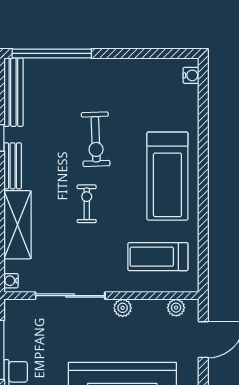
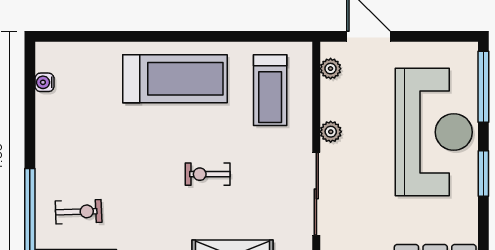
water cooler: (191, 75) -> (44, 82), moved, turned -90
exercise bike: (96, 139) -> (79, 212), moved, width x0.73, depth x0.72

